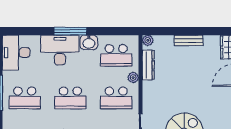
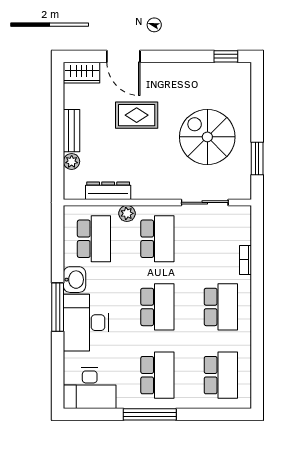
plant: (148, 40) -> (72, 161), moved
rug: (199, 84) -> (137, 115), added

